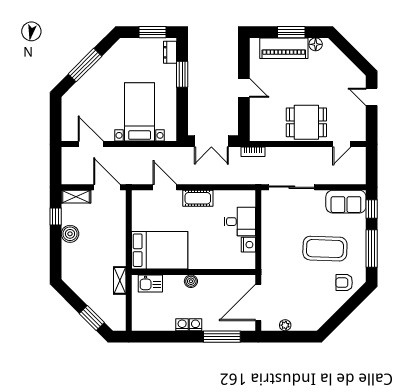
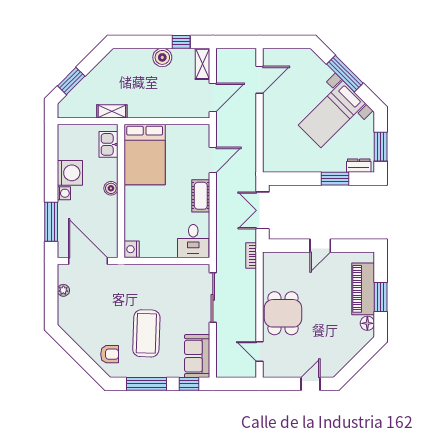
bed with nightstands: (140, 112) -> (332, 114), moved, turned 135
desk: (240, 222) -> (193, 241), moved
nightstand: (248, 245) -> (132, 249), moved, turned 90
armchair: (344, 283) -> (110, 354), turned 90
washing machine: (182, 325) -> (70, 173), width x1.89, depth x1.89

